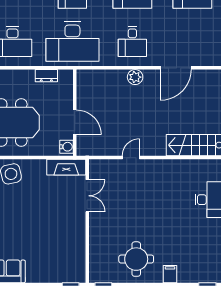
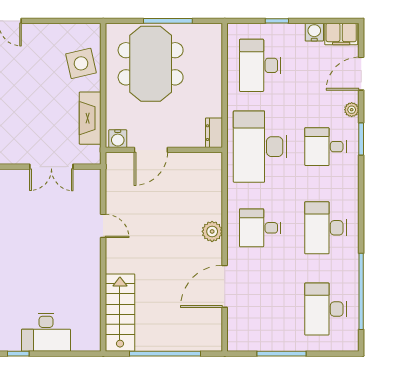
door: (176, 68) -> (225, 286), hinge flipped
dresser: (46, 76) -> (214, 133), moved
fireplace: (66, 167) -> (90, 118), moved

